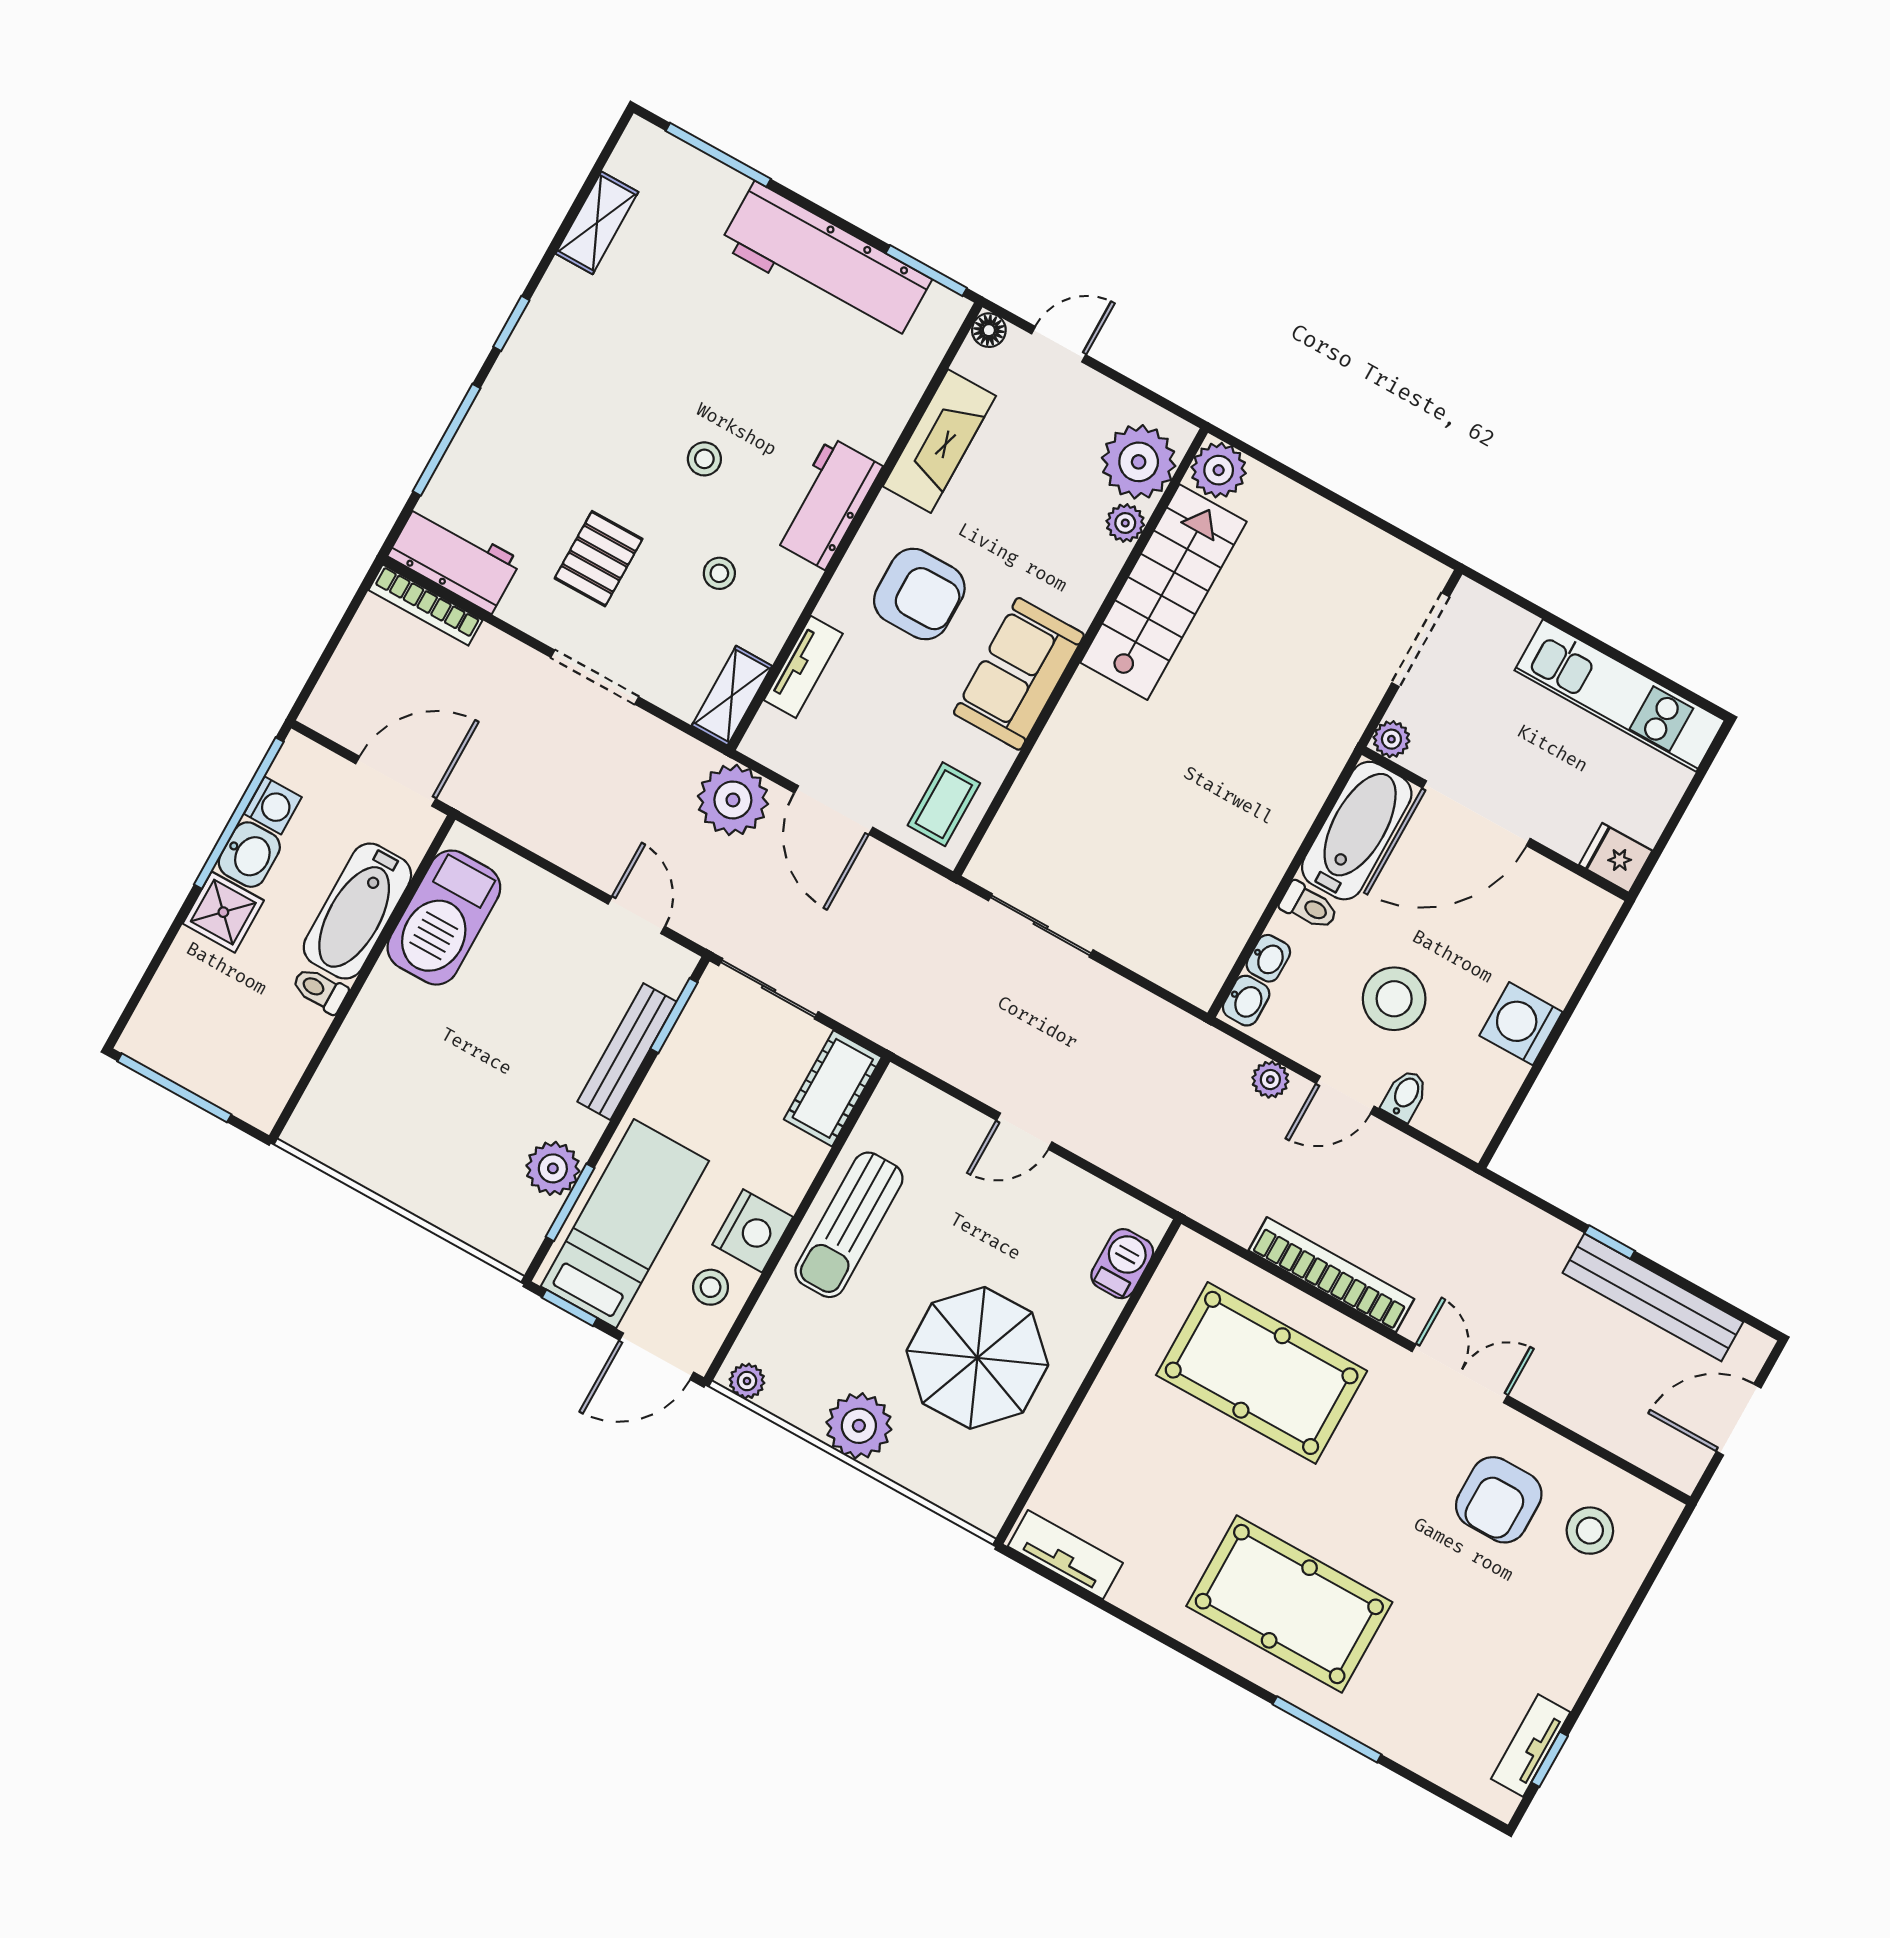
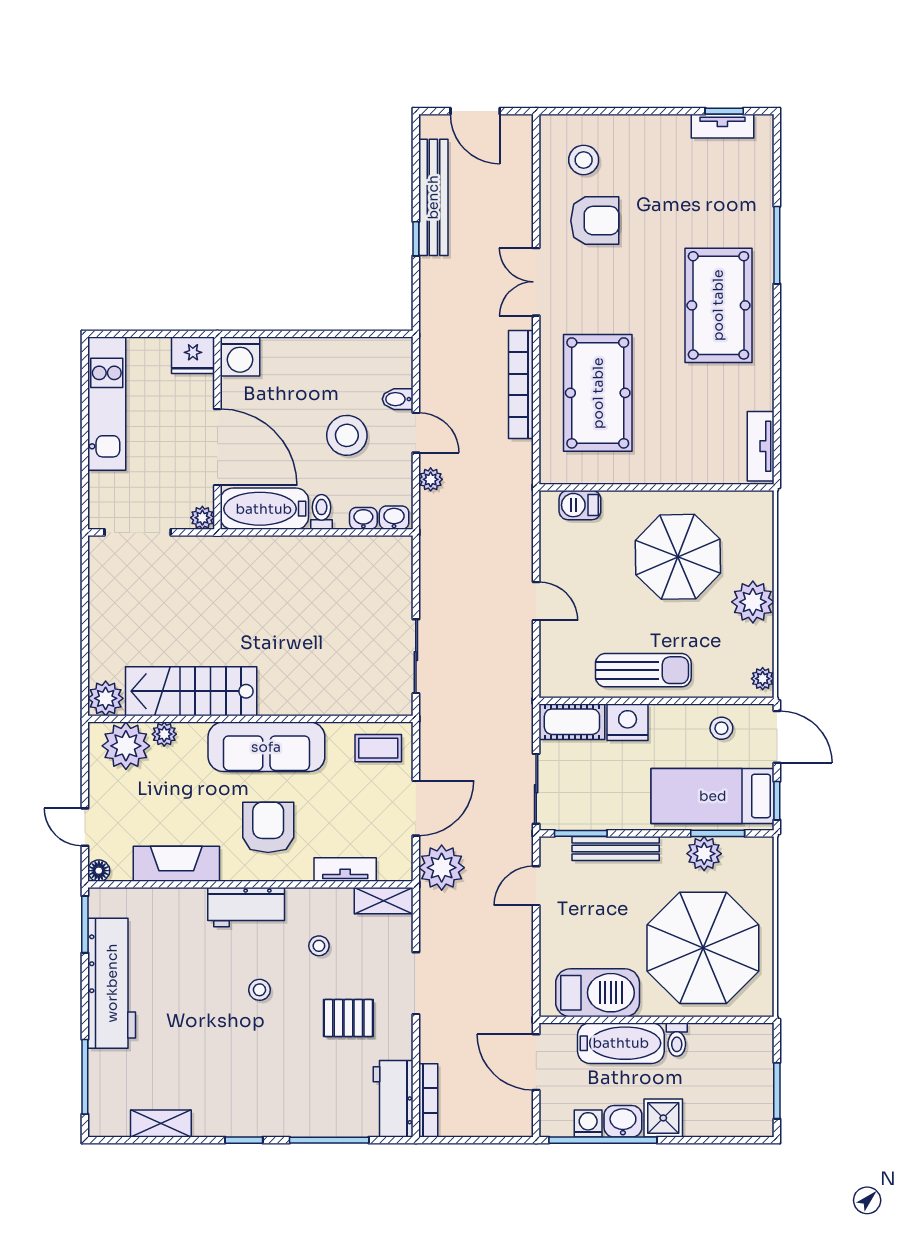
sofa: (1019, 674) -> (266, 747), width x1.36
fridge: (1616, 858) -> (193, 355), width x1.38
washing machine: (1521, 1024) -> (240, 357), moved
window: (174, 1088) -> (777, 1091), width x0.69
parasol: (425, 1095) -> (703, 948), added
nightstand: (753, 1231) -> (628, 722), moved

